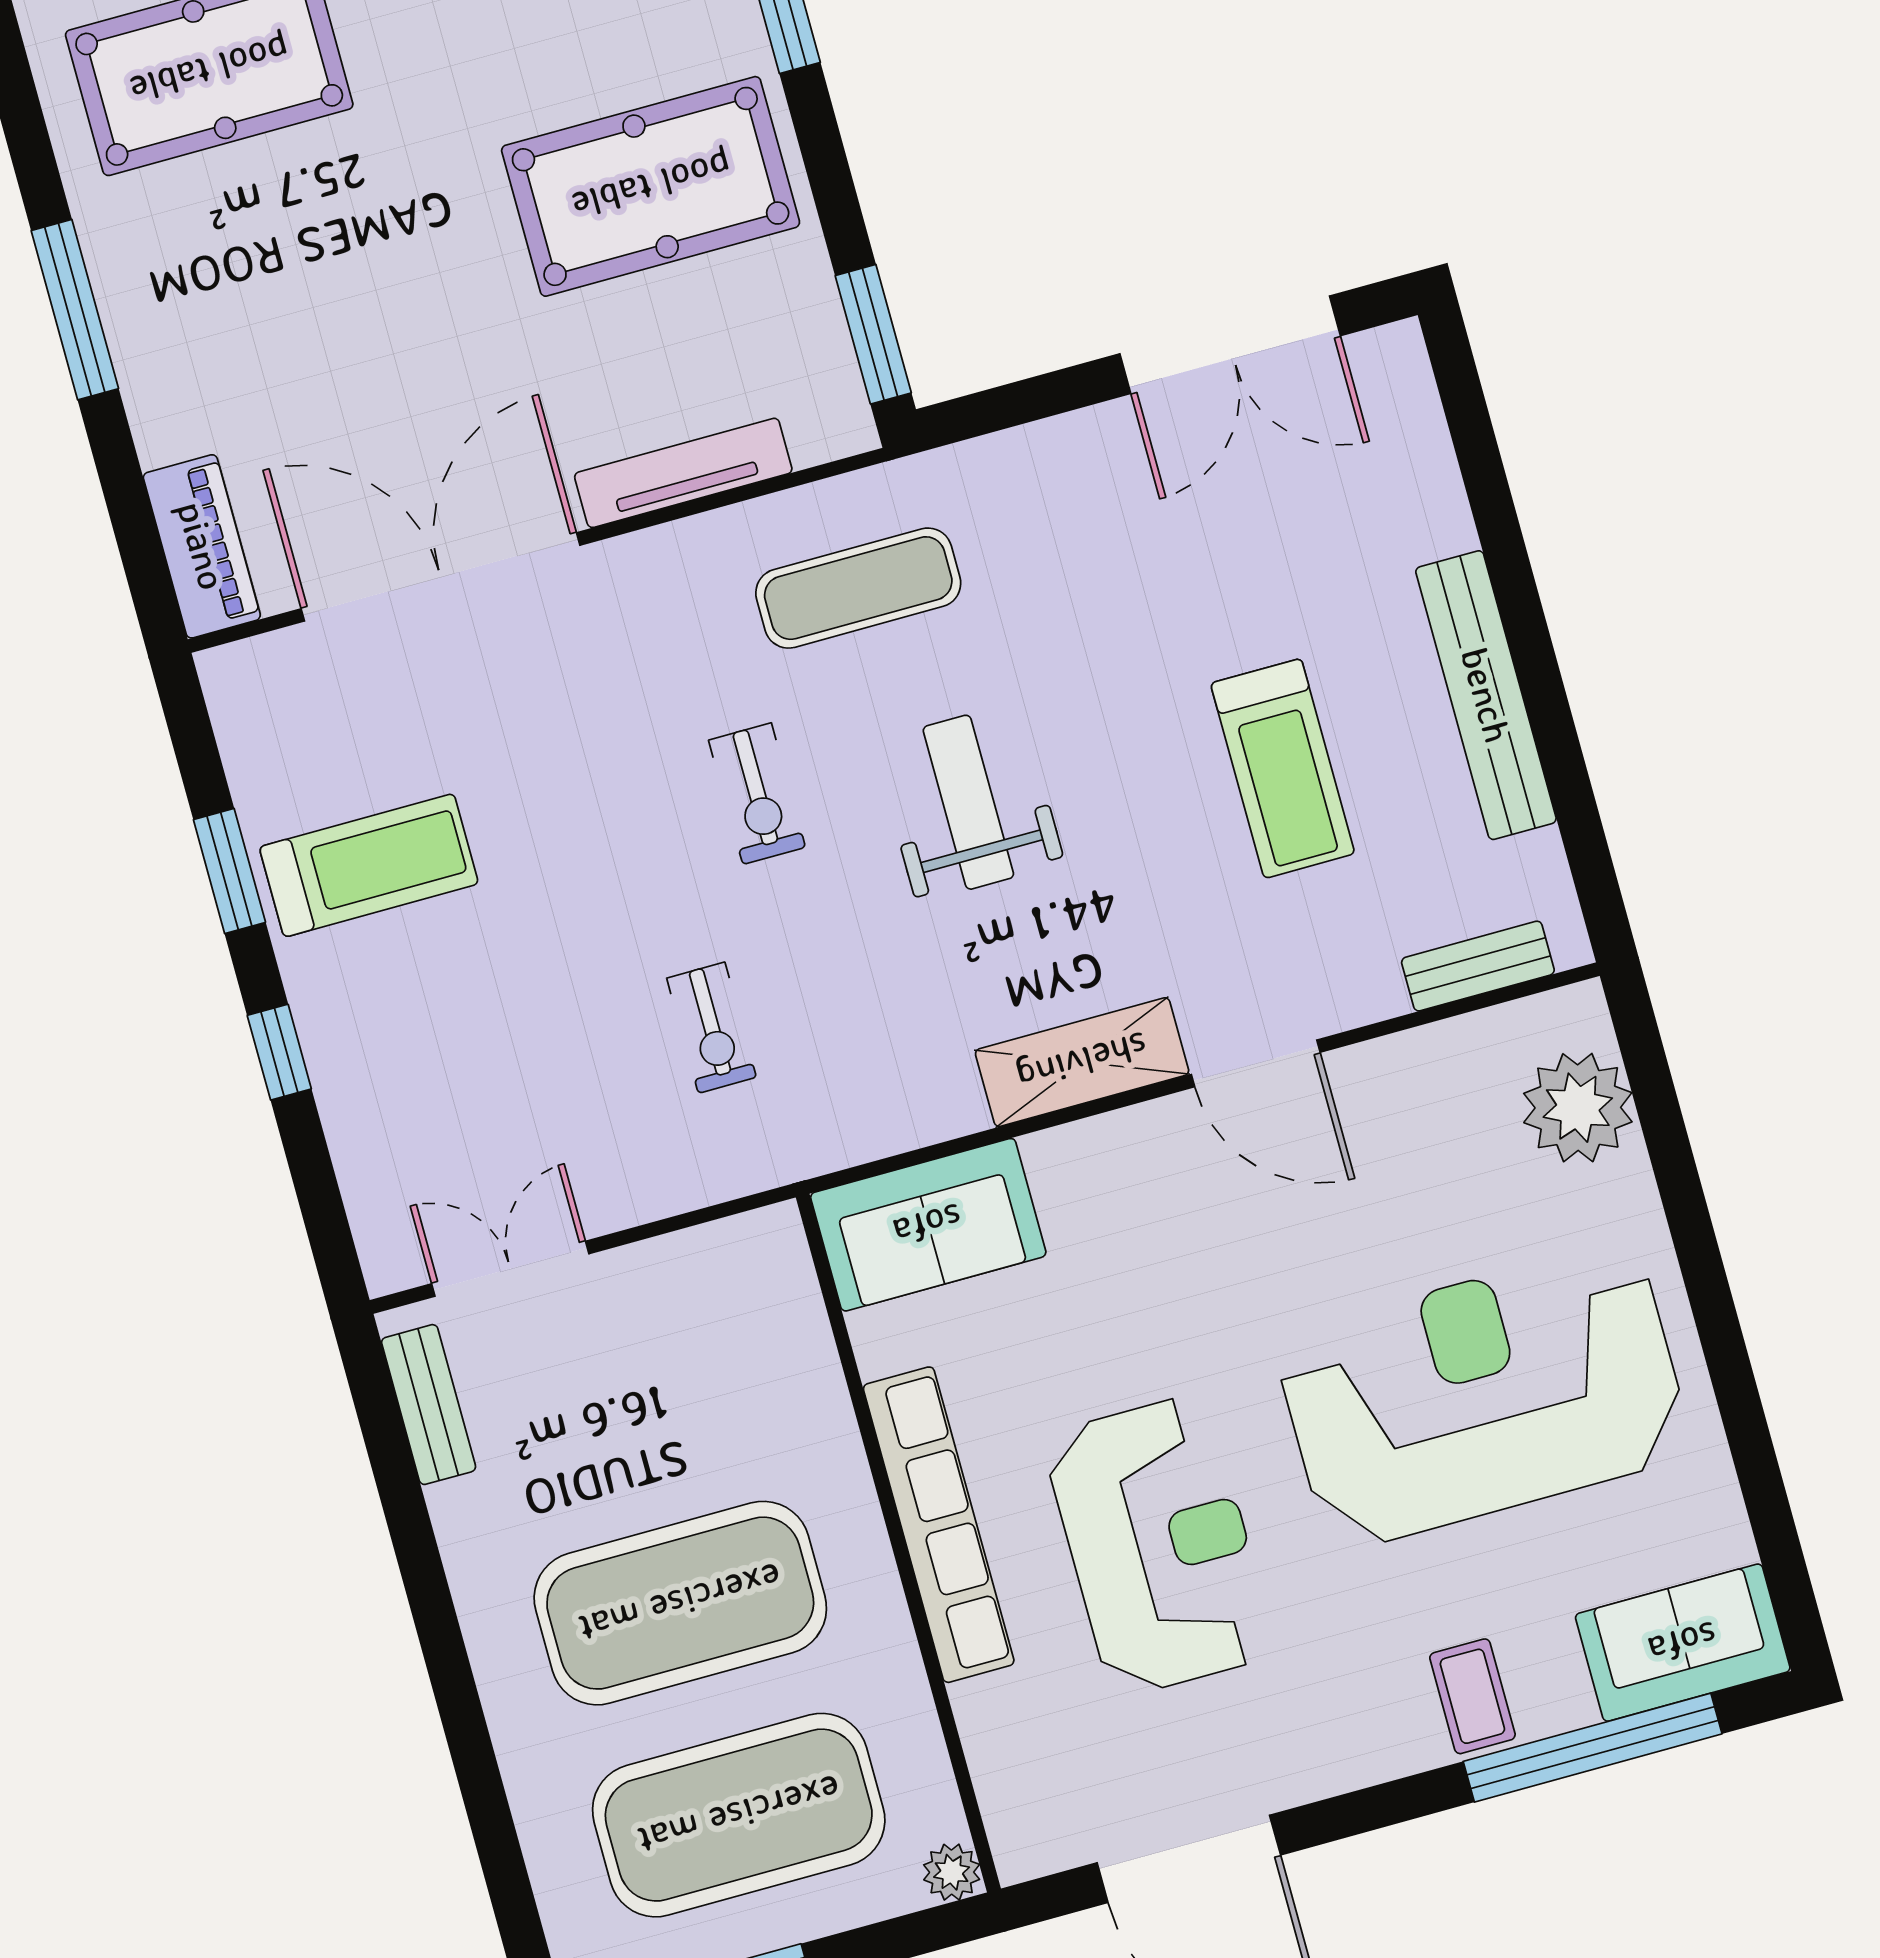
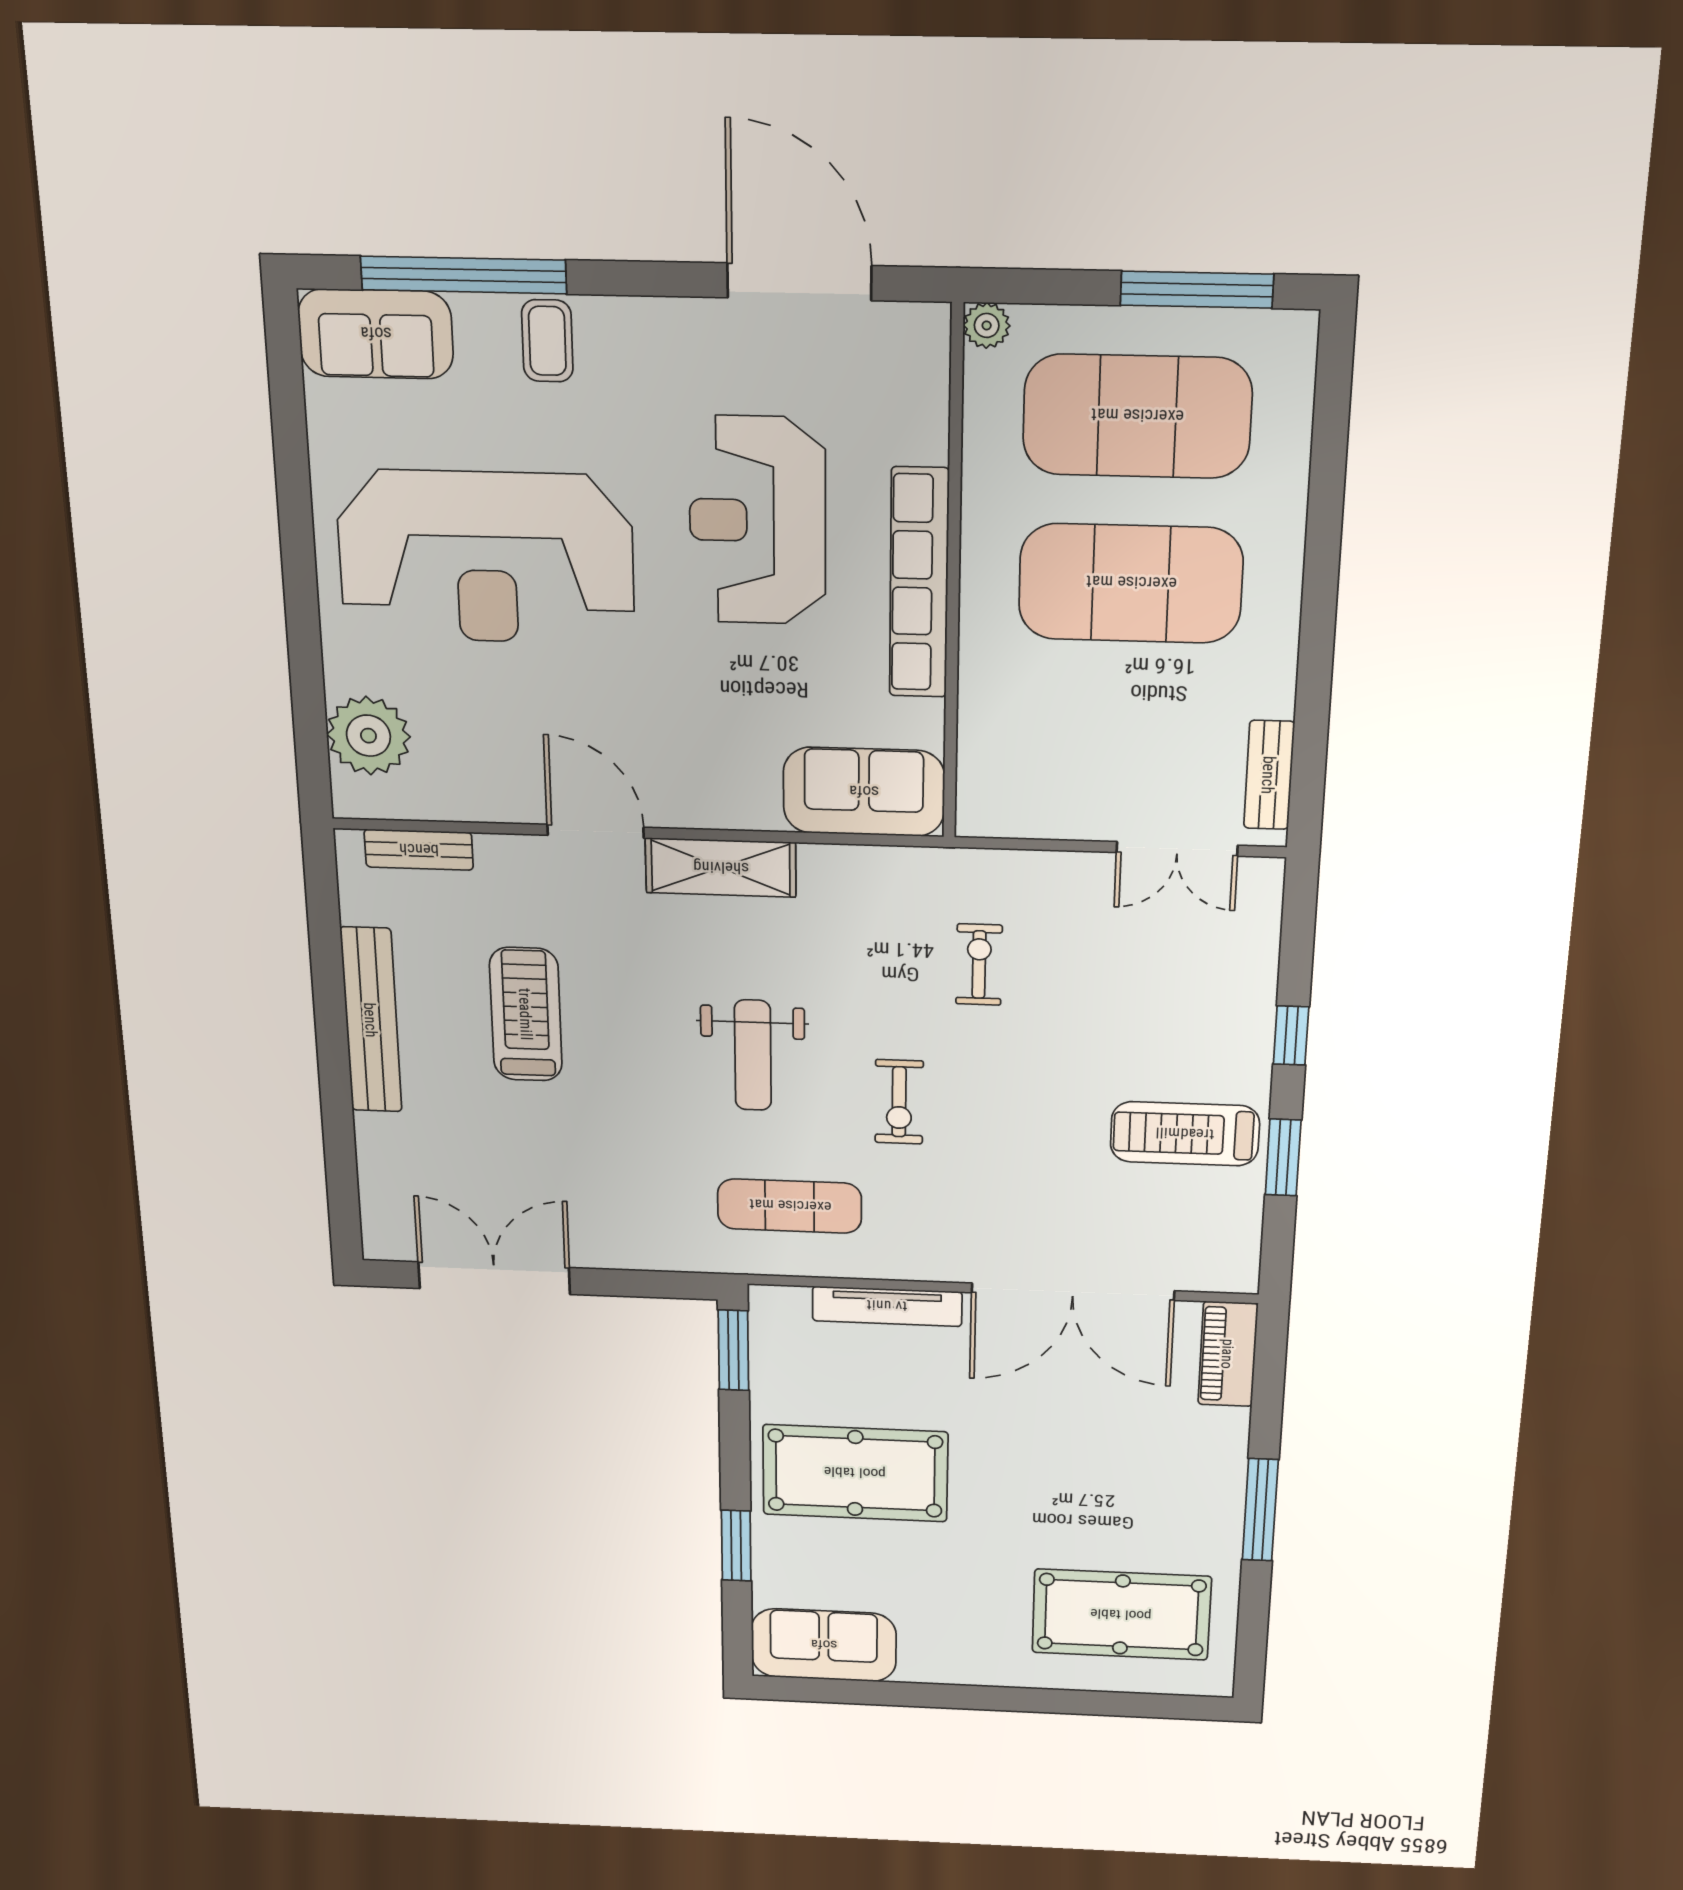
exercise bike: (757, 794) -> (899, 1102), turned 180

